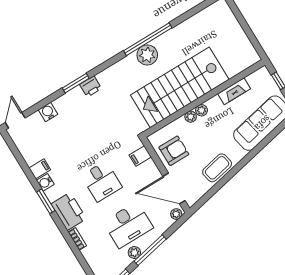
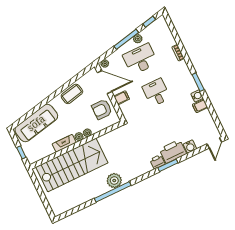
stairs: (180, 87) -> (72, 165), moved
fireplace: (234, 91) -> (64, 143), moved
filing cabinet: (140, 156) -> (122, 98), moved
printer: (69, 211) -> (173, 151), moved, turned 90

